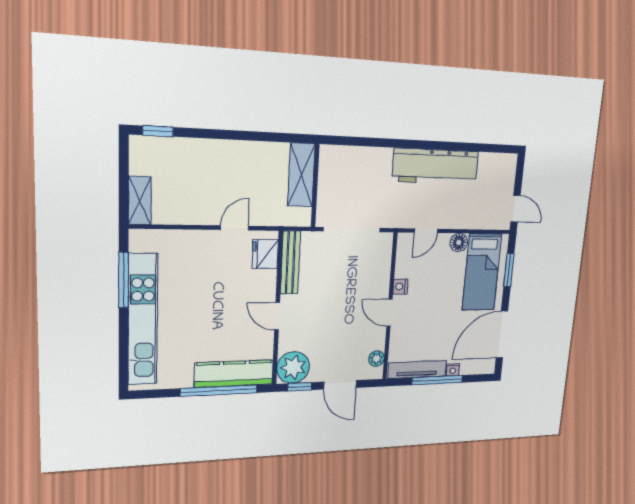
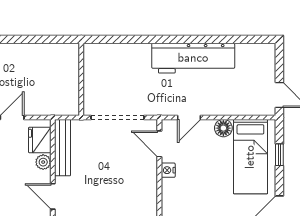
shelving: (301, 175) -> (69, 70), removed
window: (509, 270) -> (279, 155), width x0.67
plant: (268, 279) -> (43, 162), added
door: (390, 313) -> (159, 144), moved

